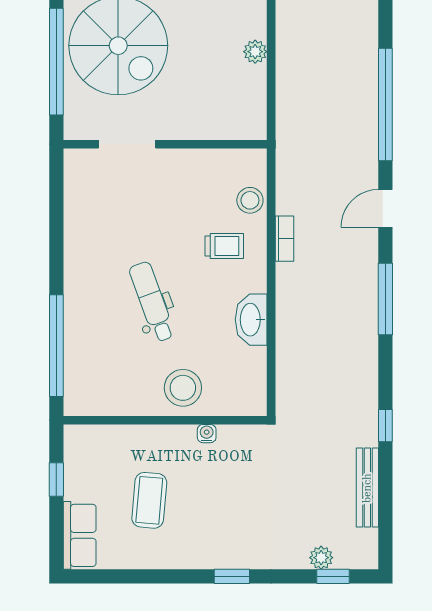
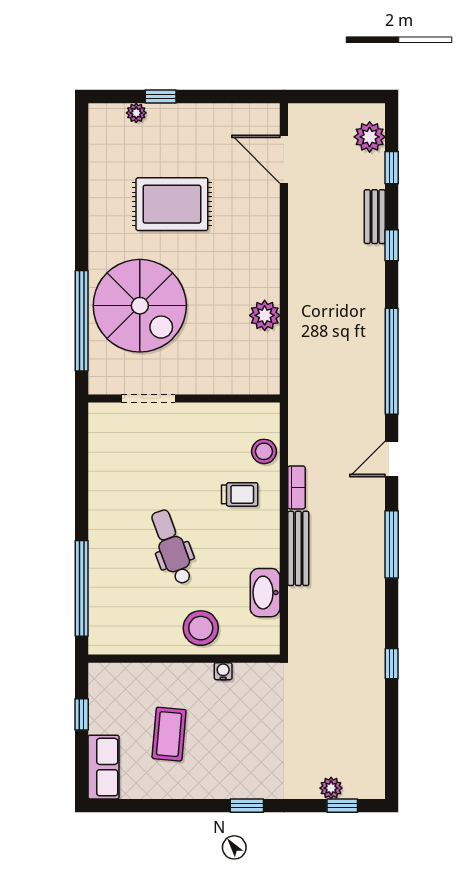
plant: (255, 52) -> (265, 315), width x1.38, depth x1.38
washbasin: (251, 320) -> (265, 593), moved
bench: (367, 488) -> (298, 548), moved

